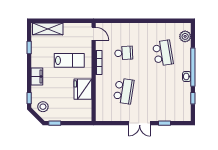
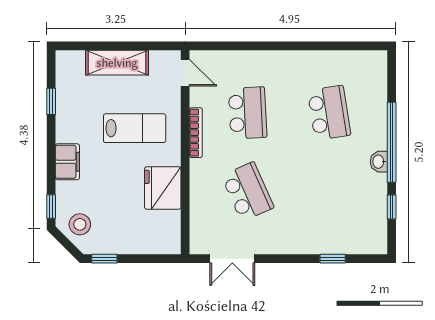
shelving: (48, 29) -> (117, 63), moved
plant: (185, 36) -> (375, 78), removed
school desk: (124, 53) -> (248, 113), width x1.85
school desk: (124, 91) -> (248, 192), turned -33
double door: (140, 123) -> (232, 259), moved

